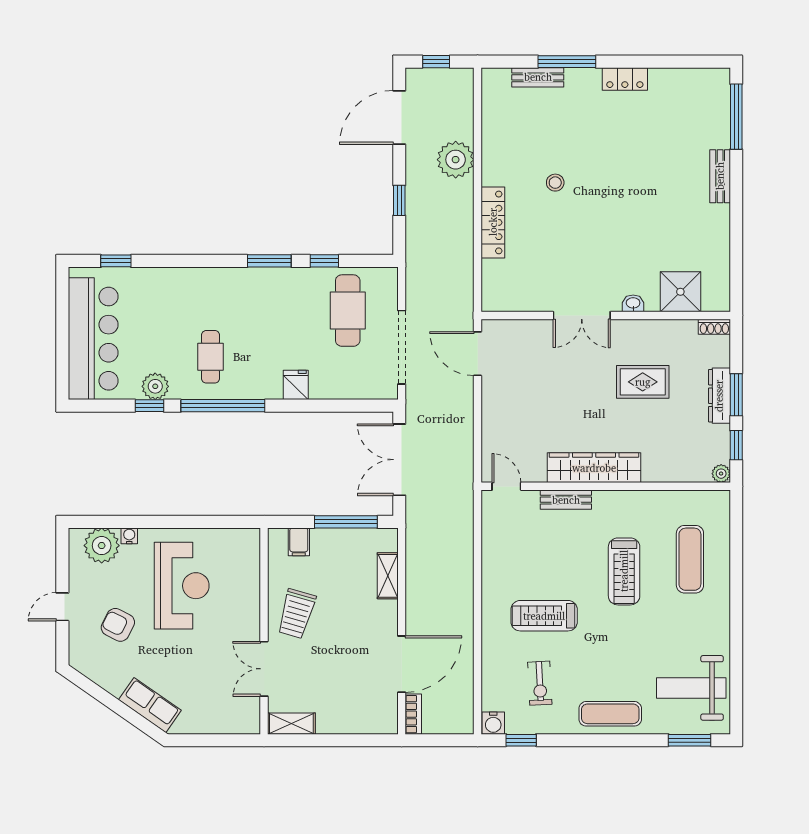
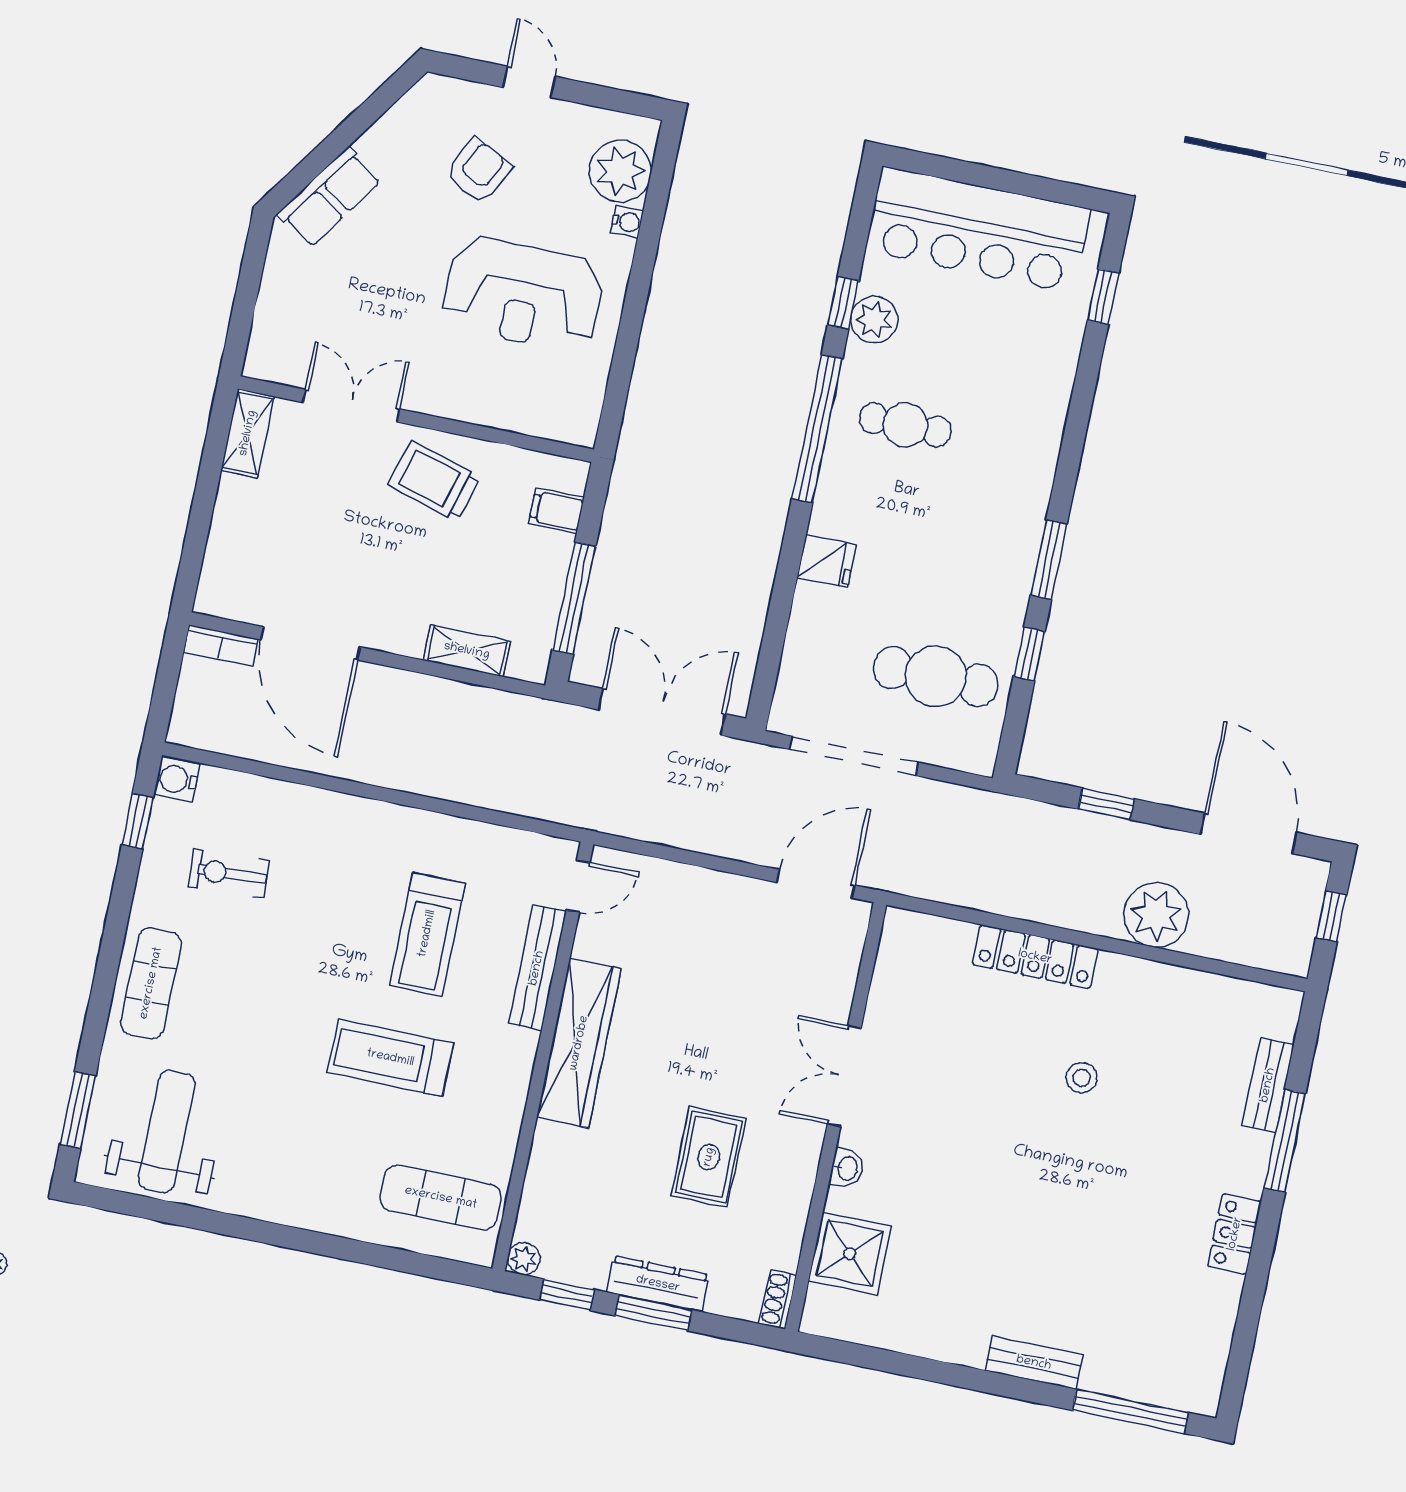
bench: (566, 500) -> (537, 968), width x1.36
exercise mat: (690, 559) -> (441, 1198), moved
treadmill: (544, 616) -> (427, 934), moved, turned 180

